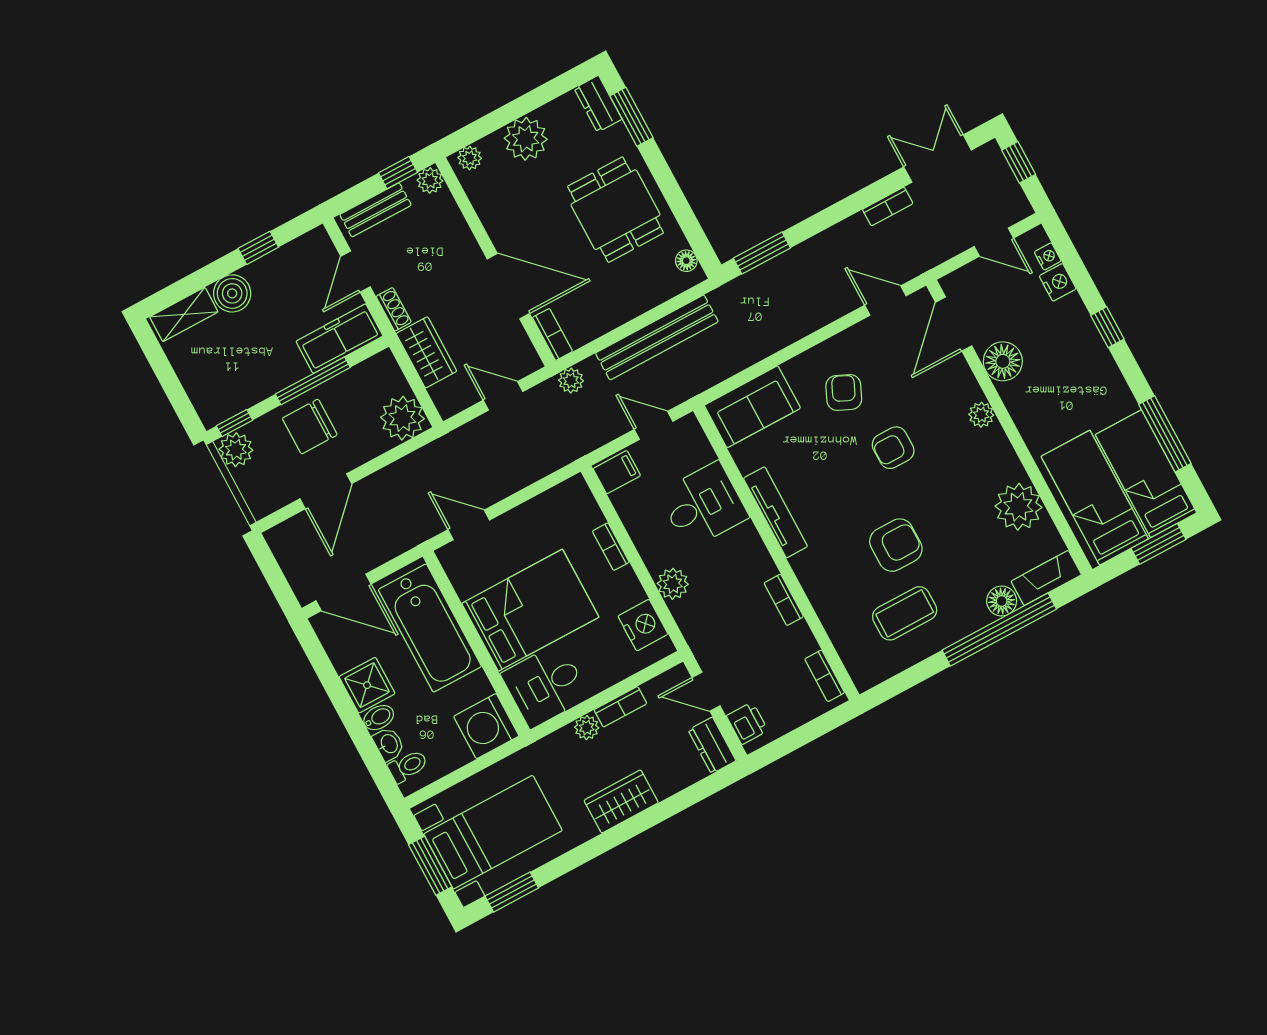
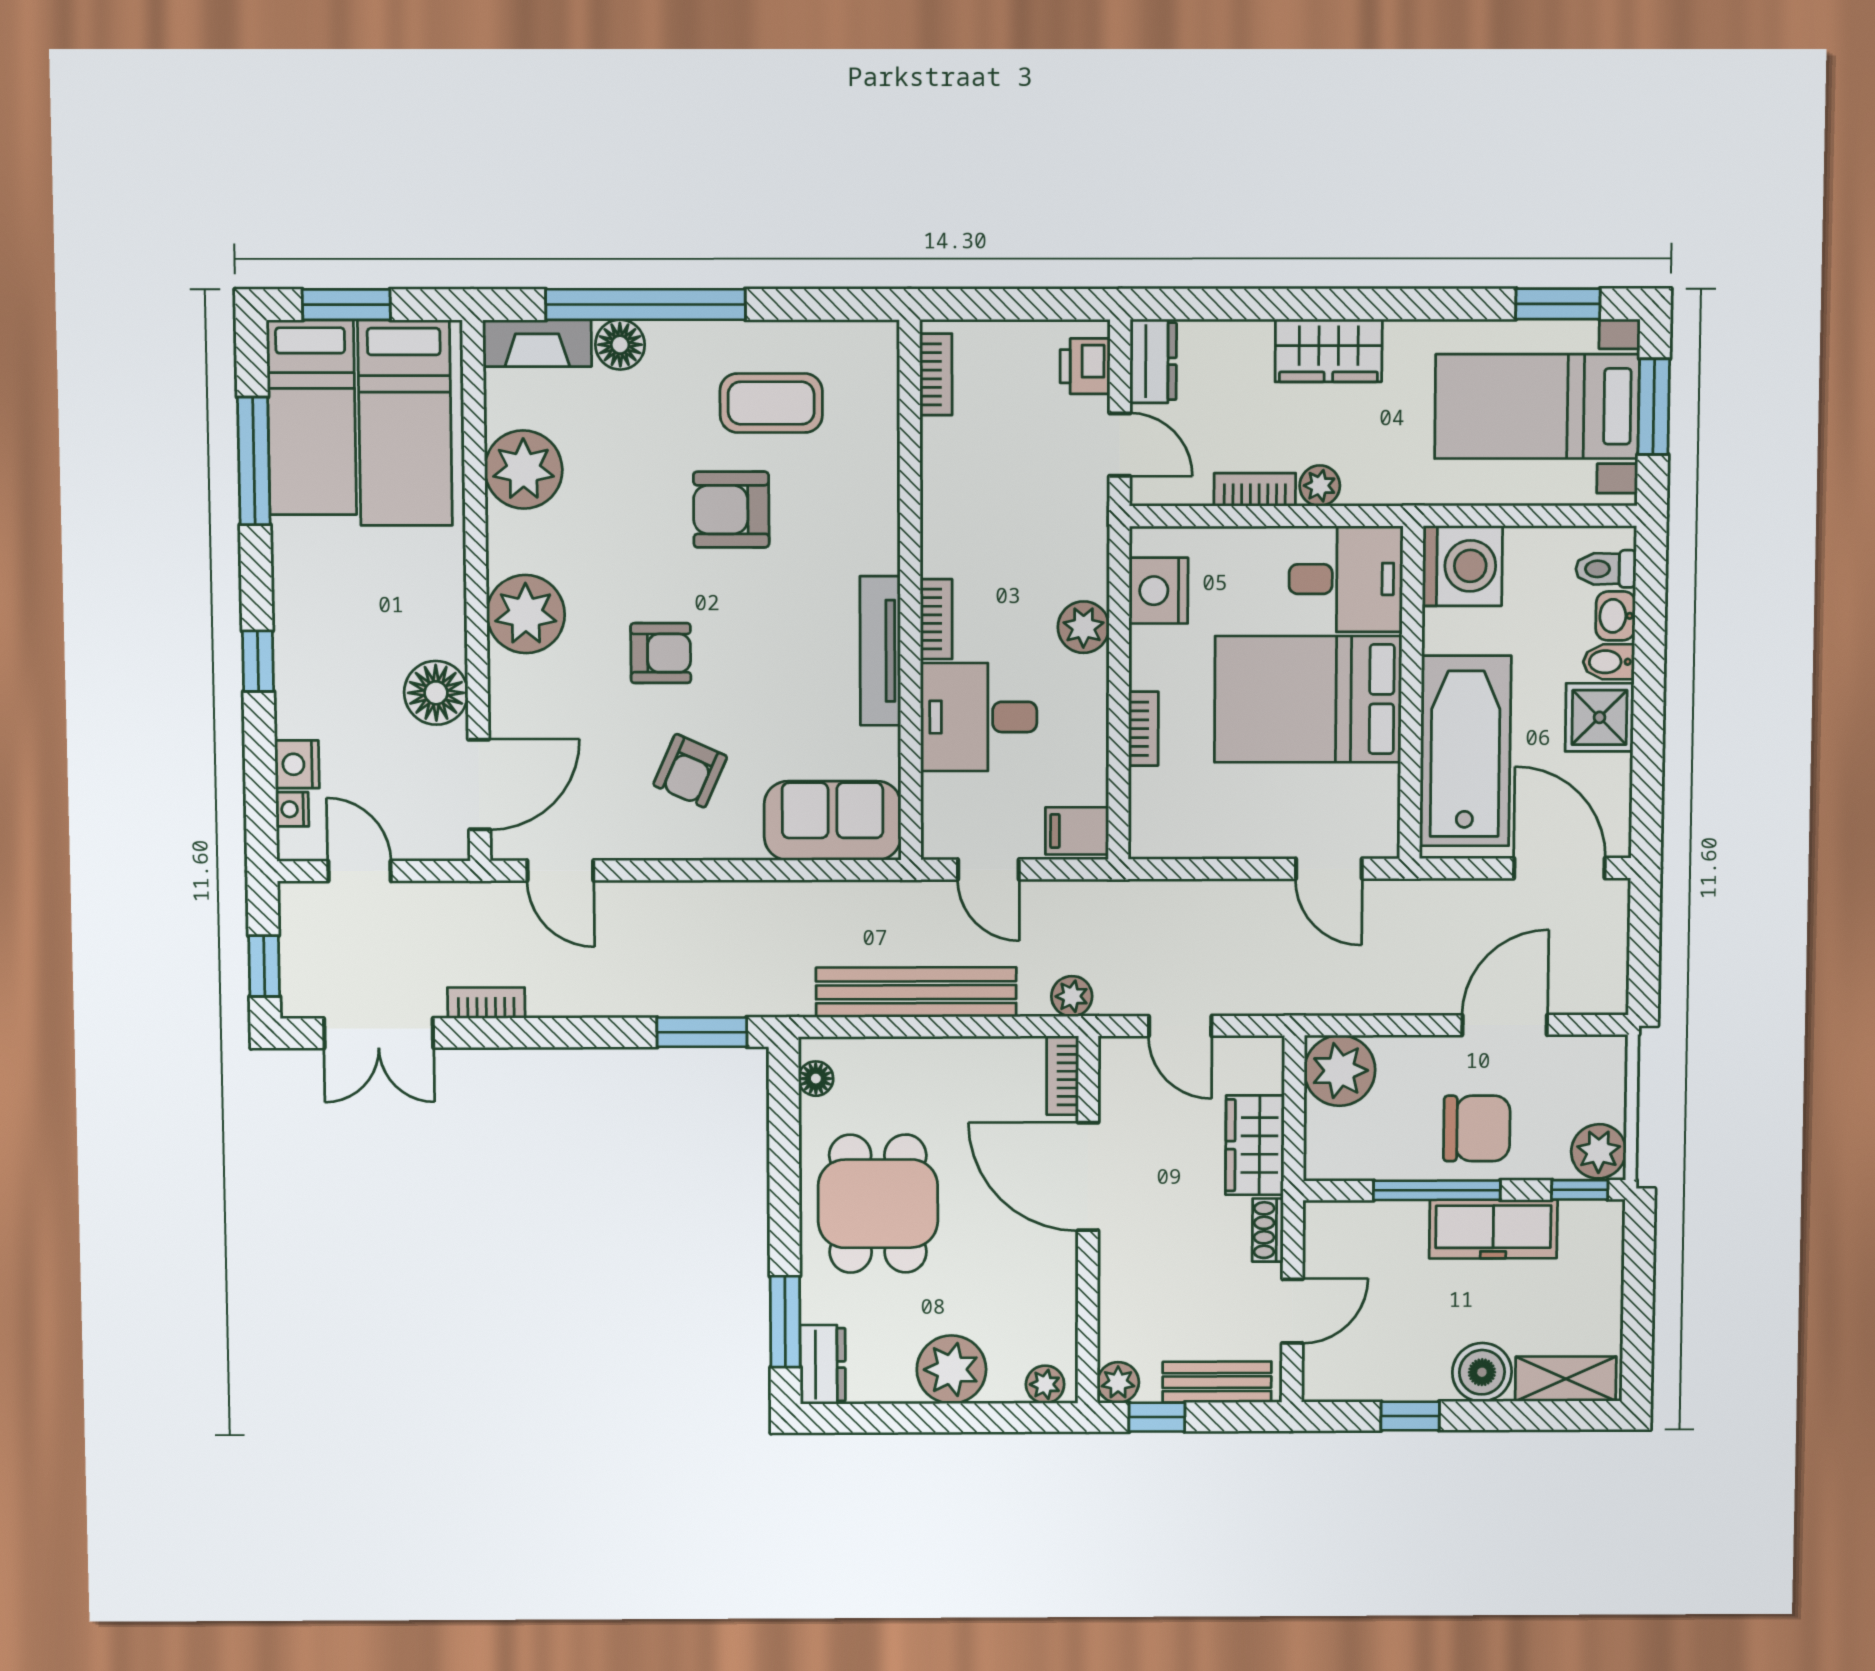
freezer: (339, 339) -> (1493, 1229), moved
plant: (981, 415) -> (526, 614), width x1.88, depth x1.88
bookcase: (784, 600) -> (936, 619), moved

